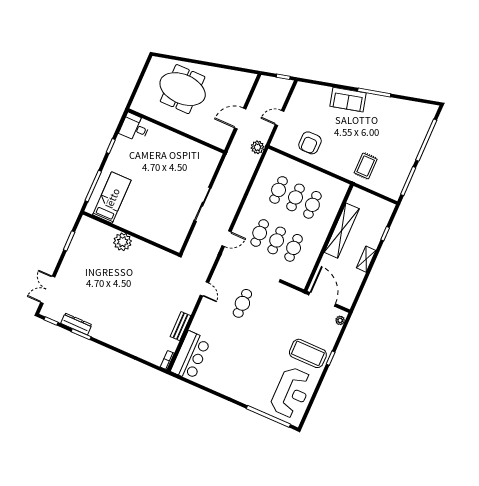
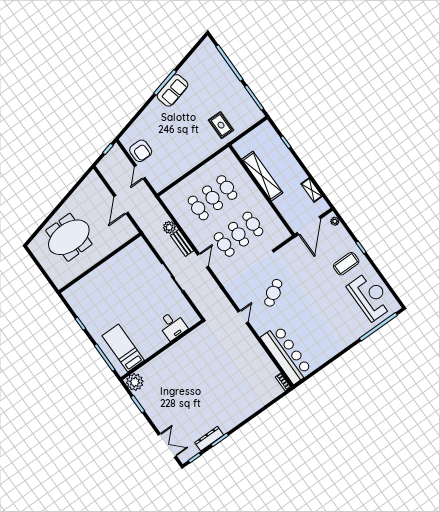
sofa: (348, 100) -> (173, 90), moved
desk: (135, 128) -> (172, 326), moved, turned -90
armchair: (310, 143) -> (141, 151), moved
plant: (257, 147) -> (169, 227), moved
door: (227, 239) -> (203, 261), moved
plant: (123, 242) -> (135, 382), moved
shelving: (366, 259) -> (312, 190), moved
door: (204, 289) -> (243, 317), hinge flipped
double door: (48, 290) -> (167, 445), swing flipped
door: (322, 299) -> (309, 226), swing flipped
cafe table: (242, 303) -> (273, 293), turned 58
bench: (180, 326) -> (182, 243), moved
coffee table: (308, 353) -> (346, 264), width x0.73, depth x0.76
bar counter: (191, 356) -> (286, 354), width x1.36

